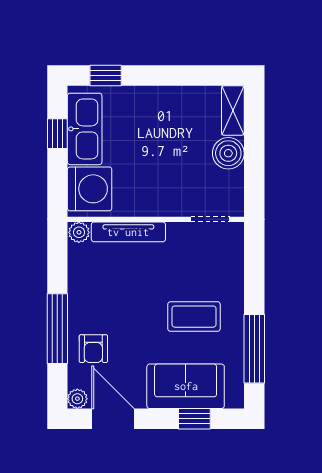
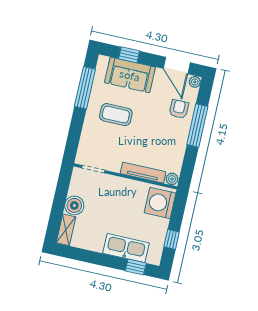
kitchen sink: (85, 129) -> (126, 248), moved, turned 90

